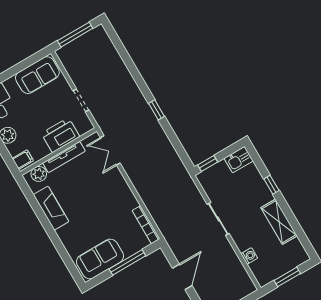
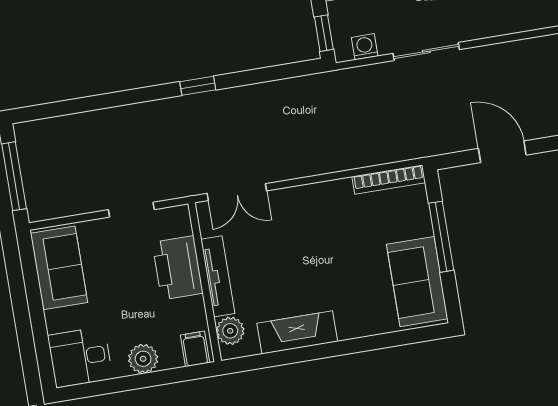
washing machine: (249, 256) -> (365, 47), moved

